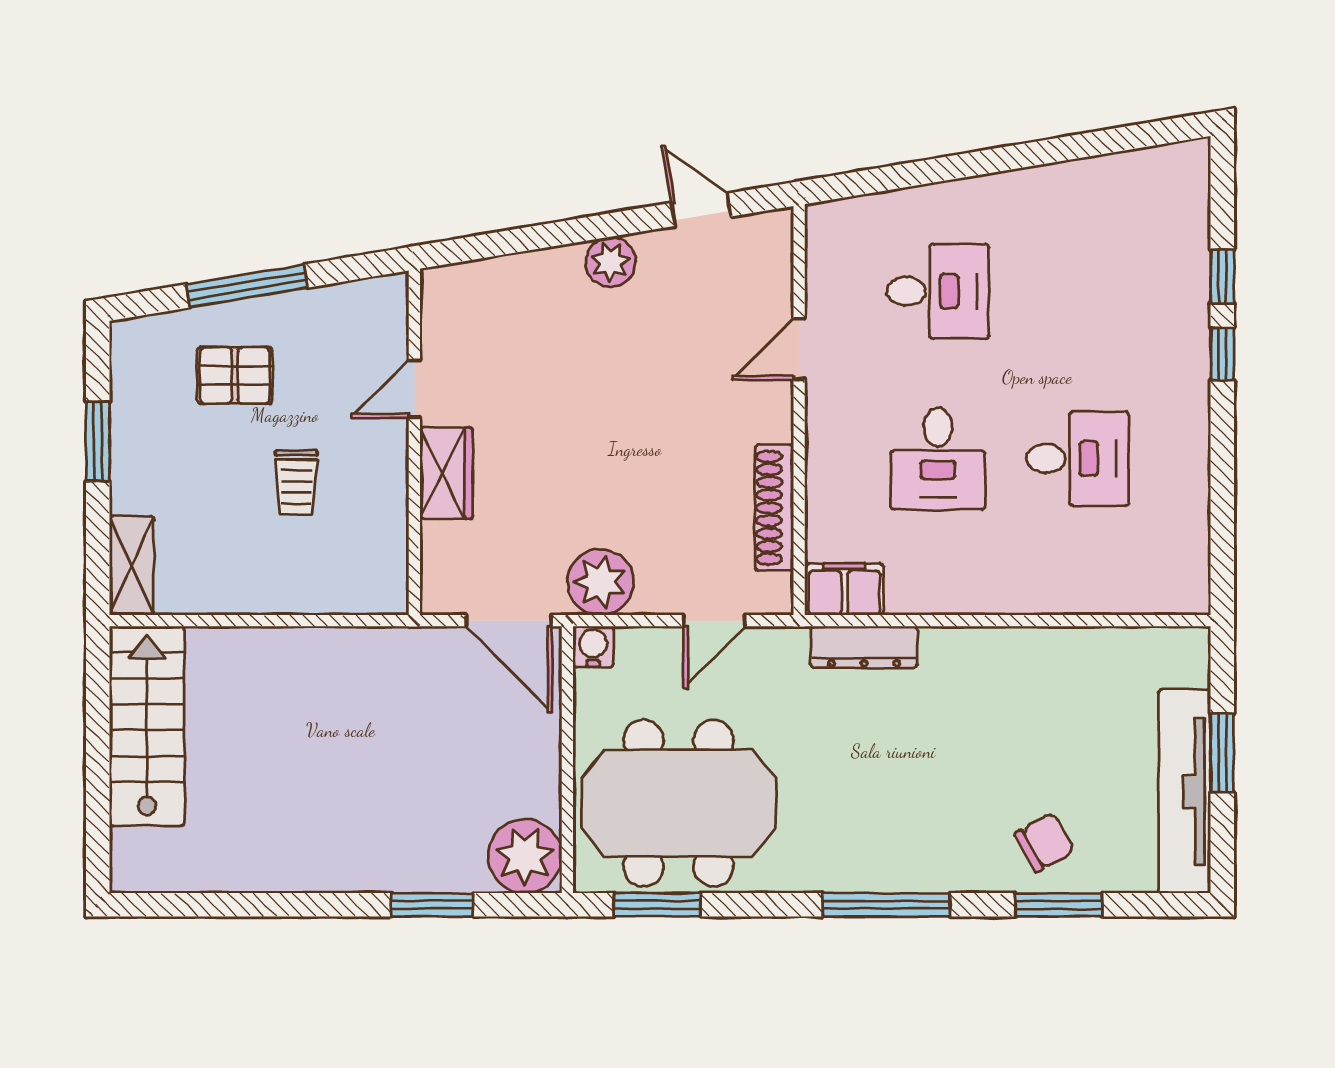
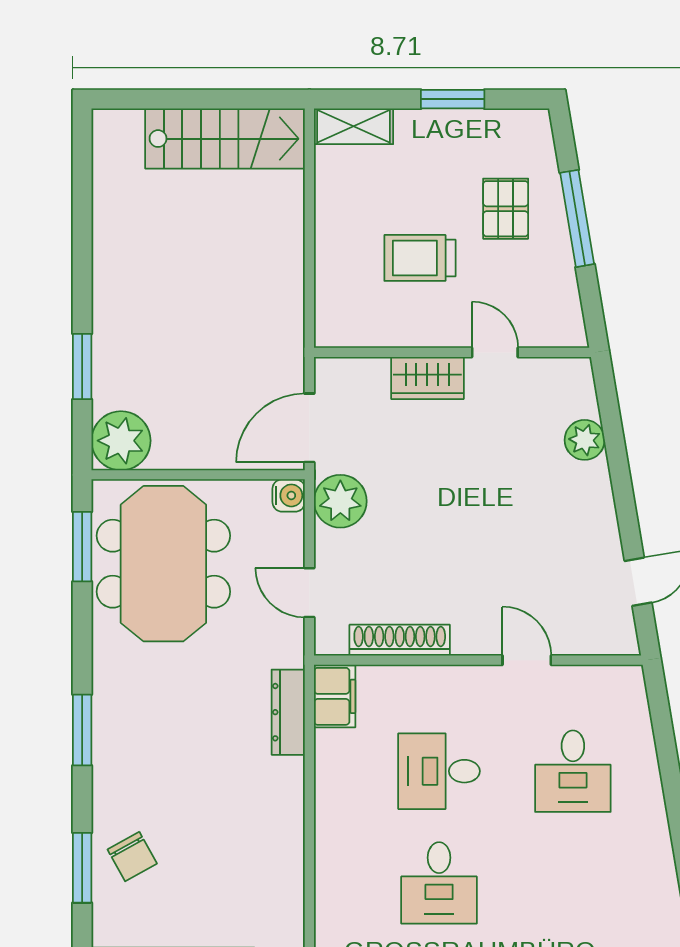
plant: (611, 262) -> (585, 440), moved
trolley: (296, 483) -> (420, 258), width x1.36, depth x1.39
window: (886, 905) -> (82, 730), width x0.69

